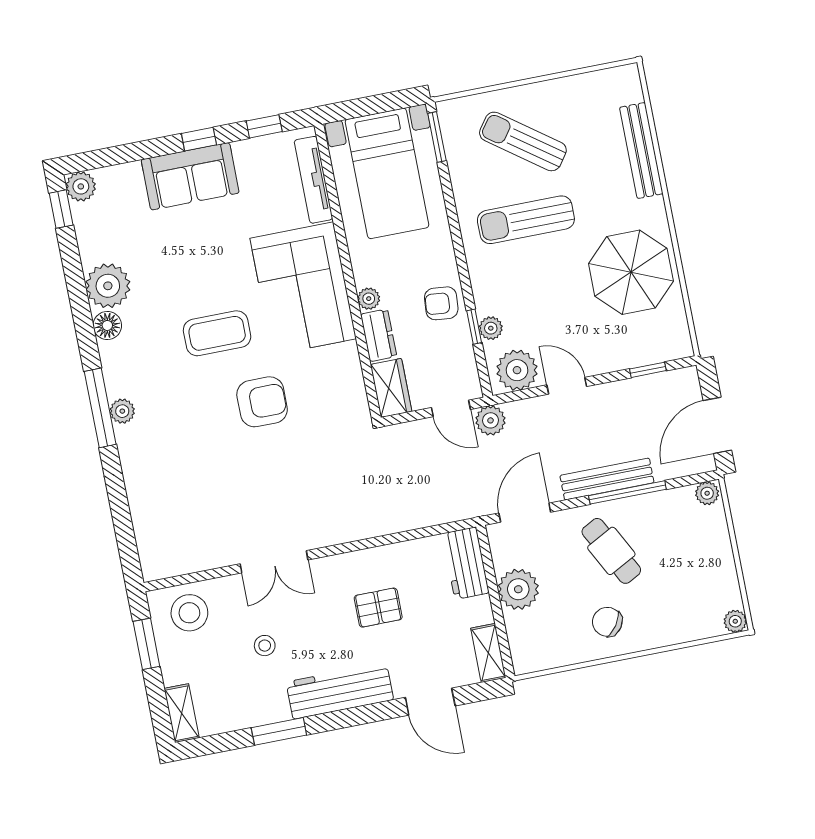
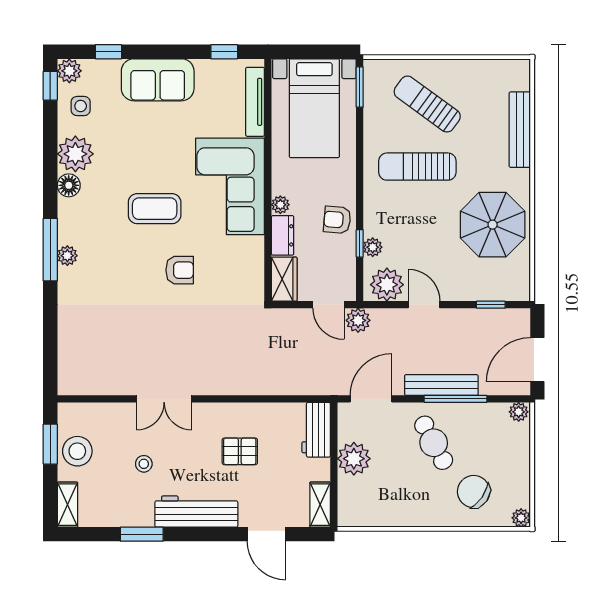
window: (199, 139) -> (108, 52), moved
side table: (103, 226) -> (81, 106), added
armchair: (262, 402) -> (180, 270), width x0.72, depth x0.72
stool: (189, 613) -> (77, 451), moved
chair: (607, 622) -> (474, 492), moved, width x1.37, depth x1.37

